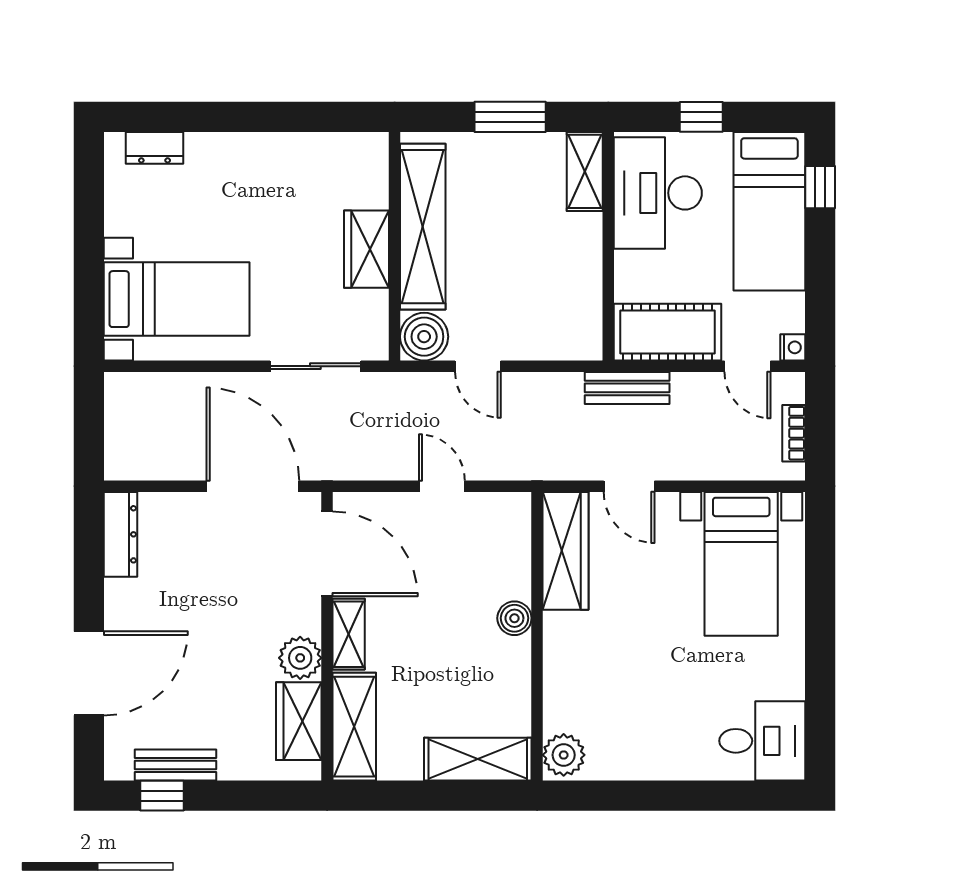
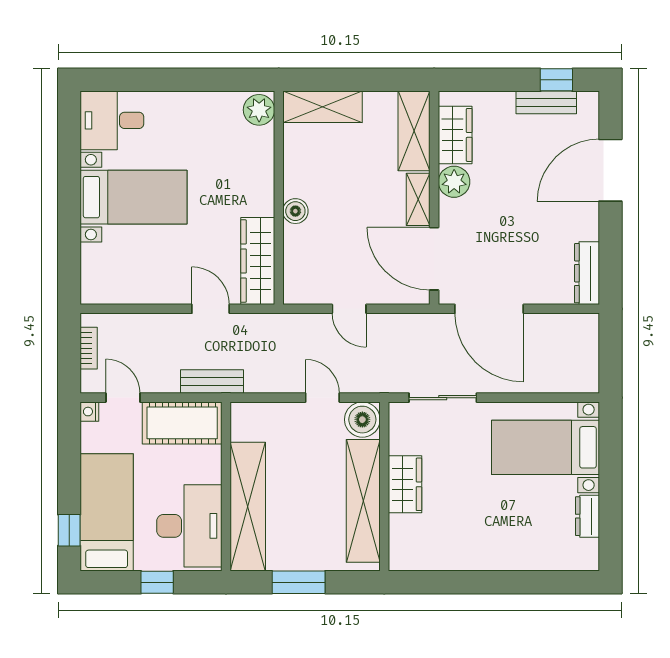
dresser: (154, 148) -> (587, 516), moved, turned -90
shelving: (585, 171) -> (248, 507), width x2.20, depth x1.33
bed with nightstands: (741, 564) -> (134, 197), moved, turned 90

